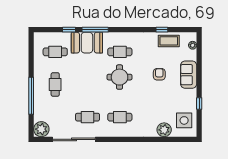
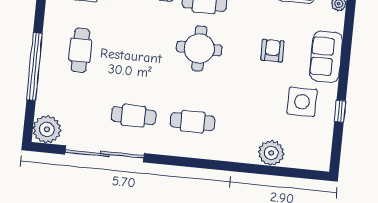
side table: (184, 120) -> (302, 102), moved

